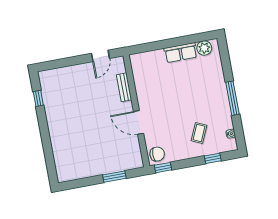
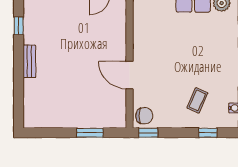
bench: (124, 87) -> (29, 61), moved

